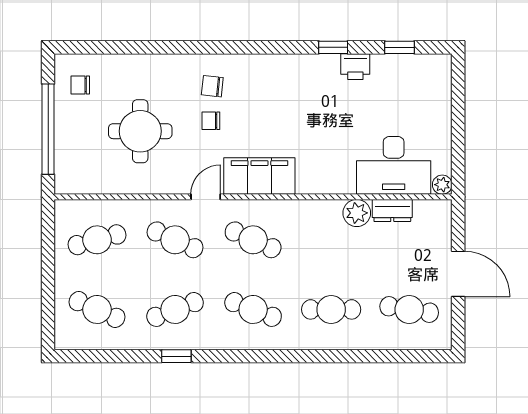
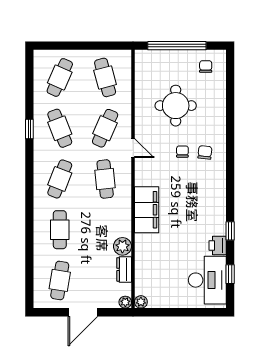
desk: (394, 165) -> (207, 280), moved, turned 180
filing cabinet: (259, 176) -> (147, 210), moved
plant: (443, 209) -> (125, 302), added
cafe table: (253, 240) -> (105, 179), turned -30

